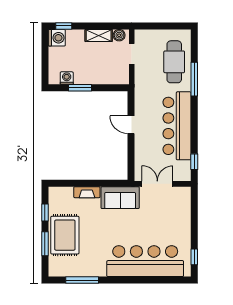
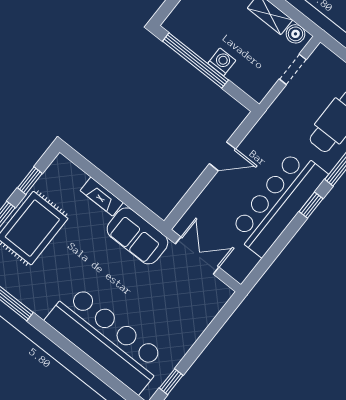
washing machine: (67, 78) -> (222, 62), moved
window: (80, 88) -> (195, 61), width x2.11
door: (131, 125) -> (222, 156), swing flipped
window: (194, 162) -> (311, 205), moved

